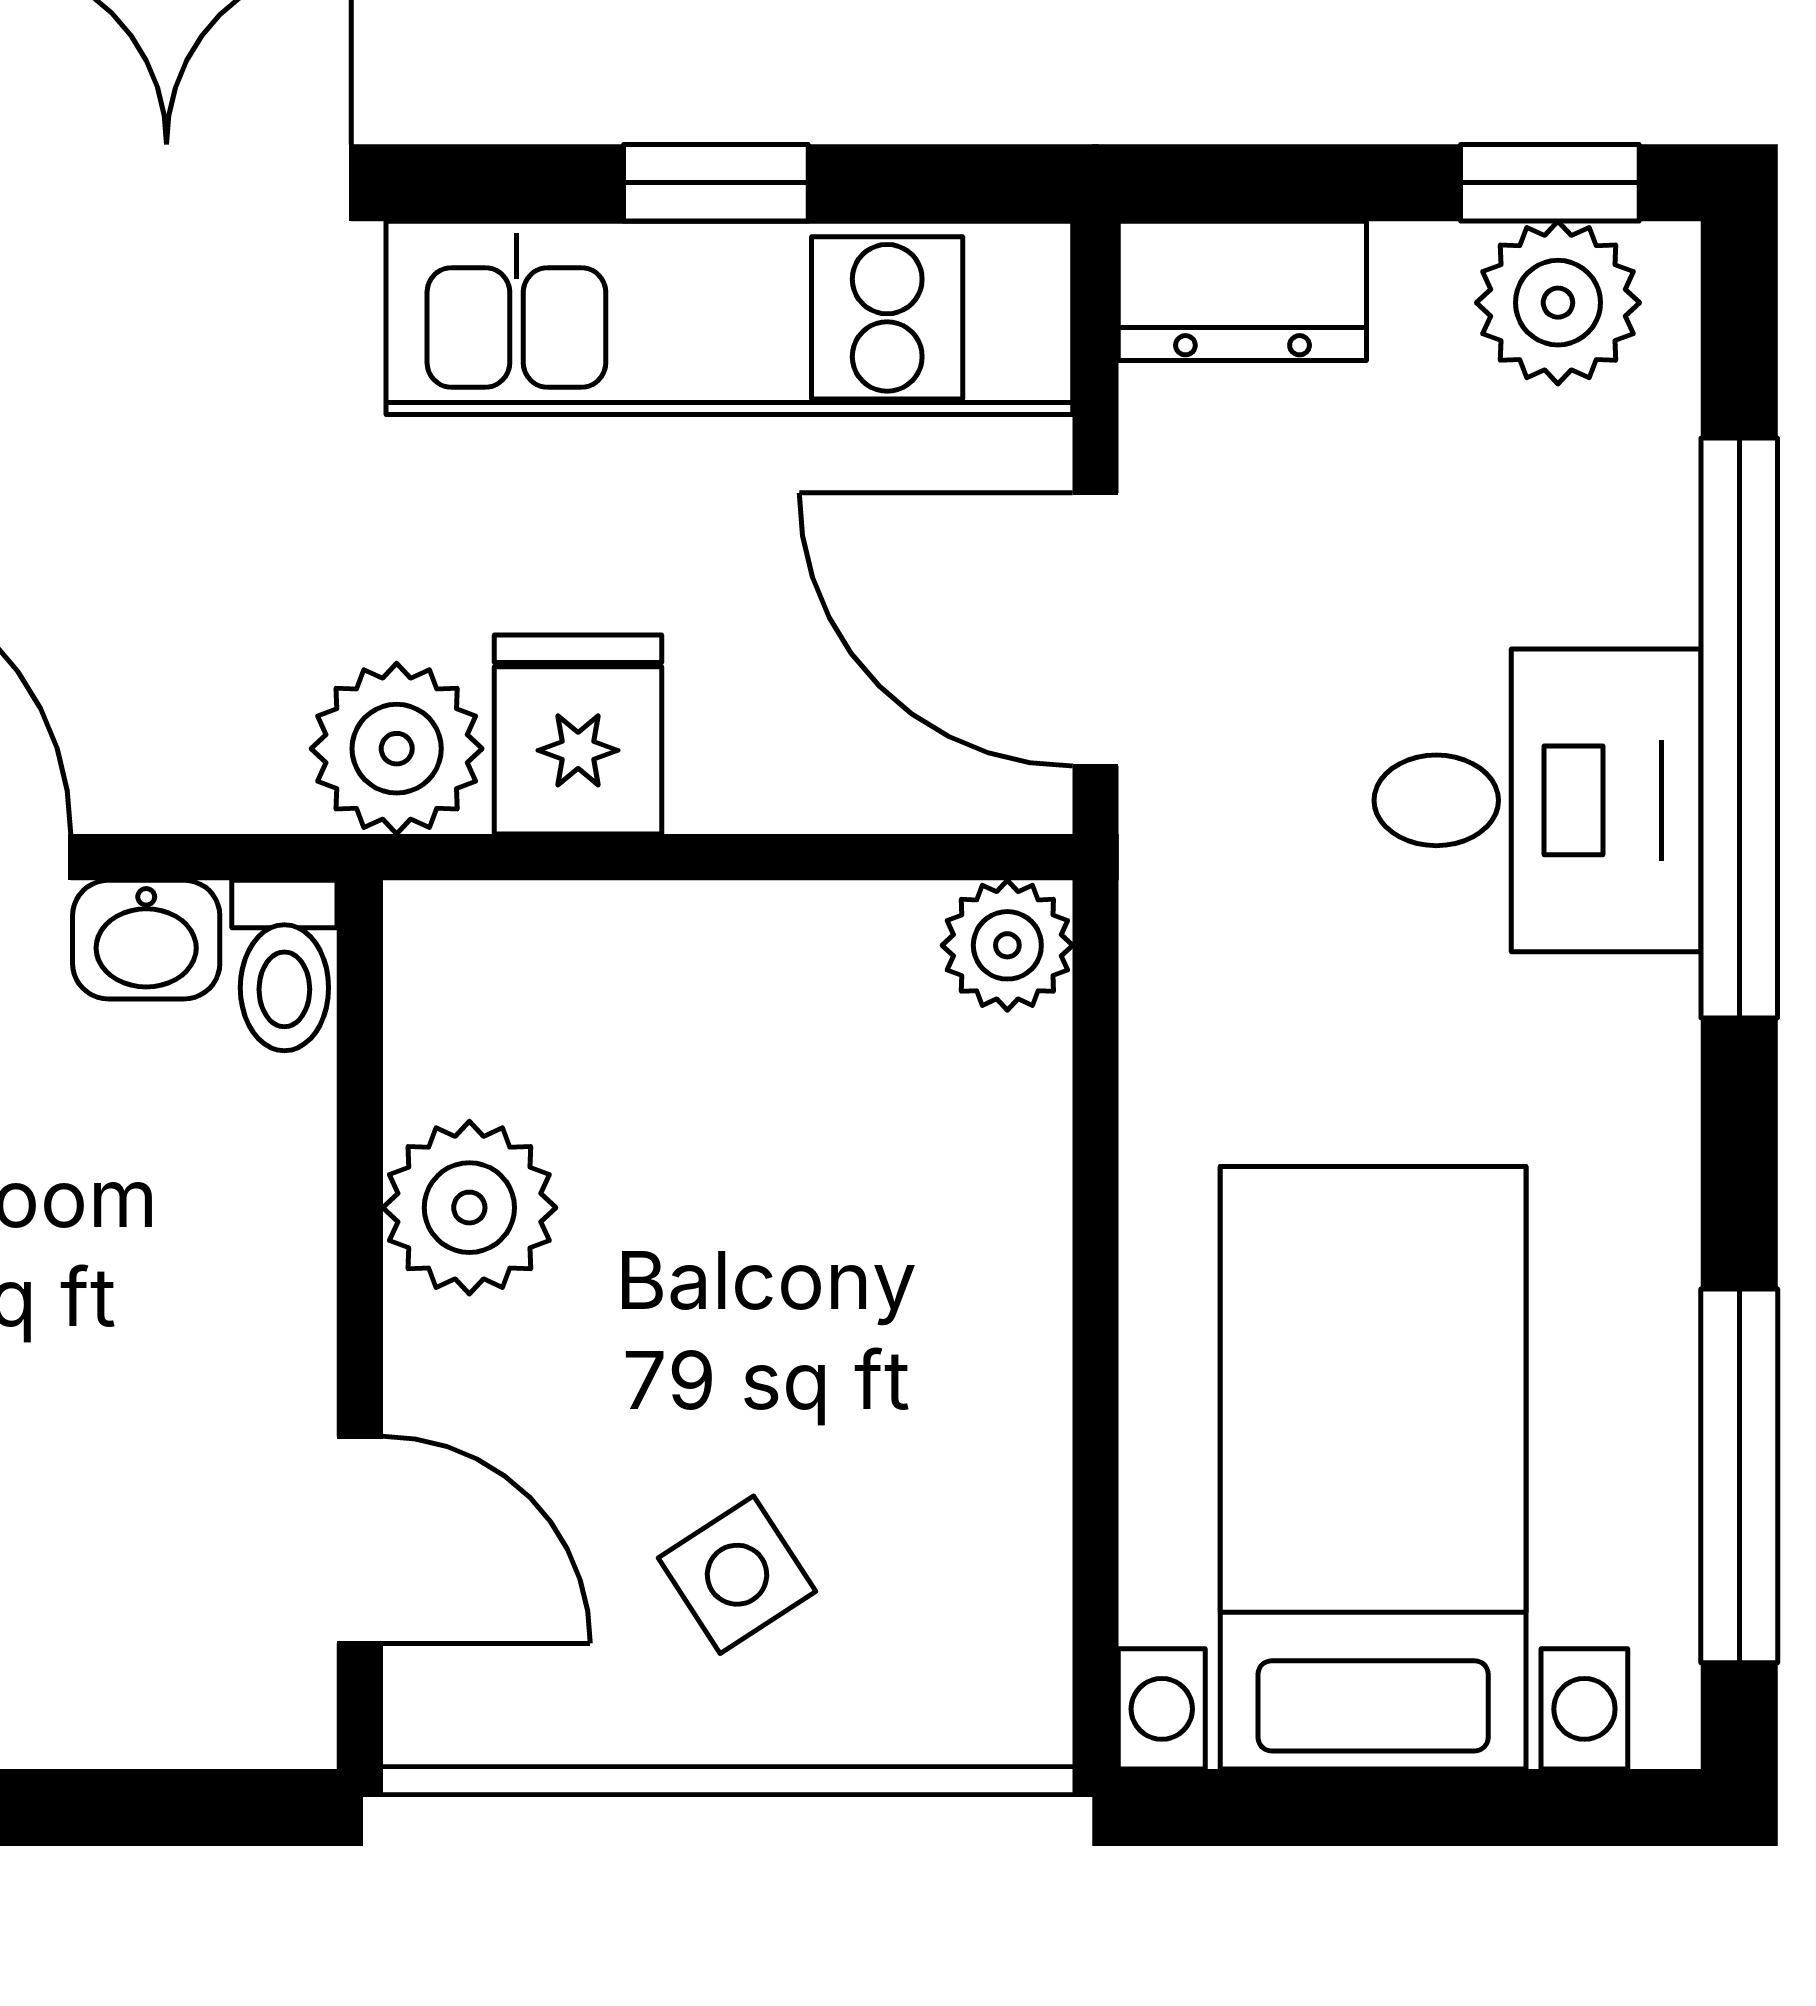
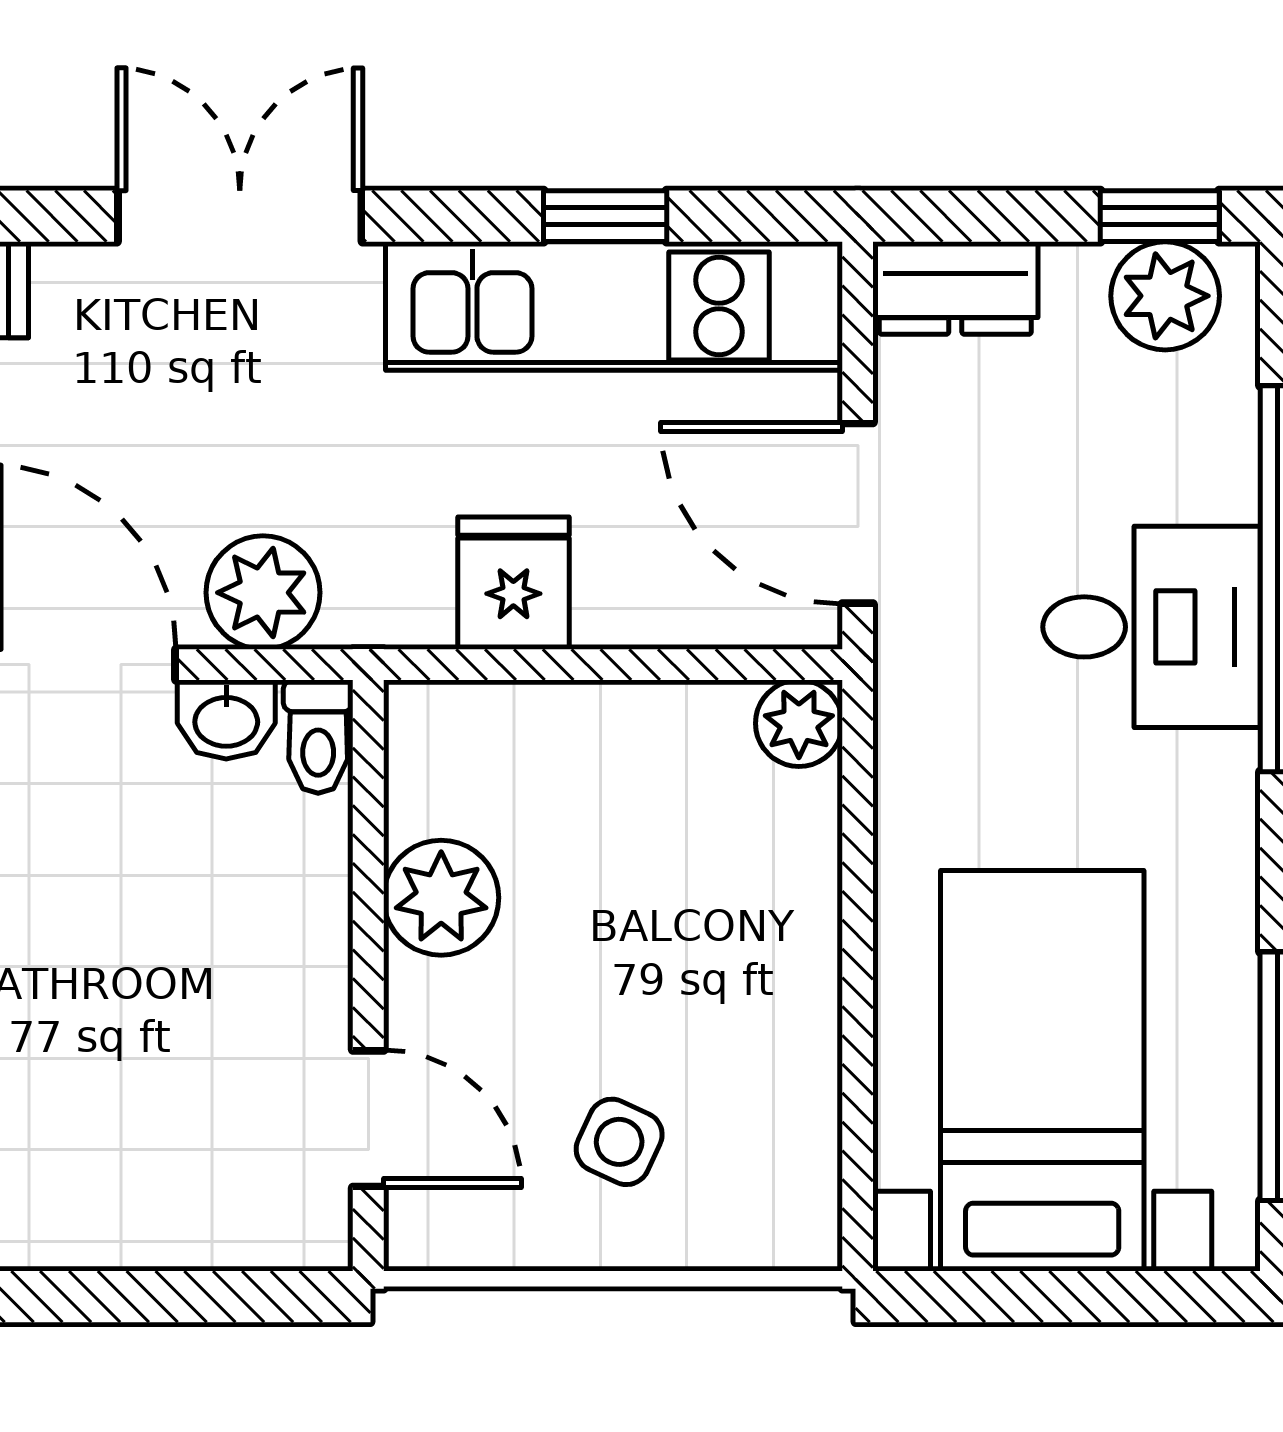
plant: (397, 749) -> (263, 593), moved
side table: (737, 1575) -> (619, 1142), turned -32

